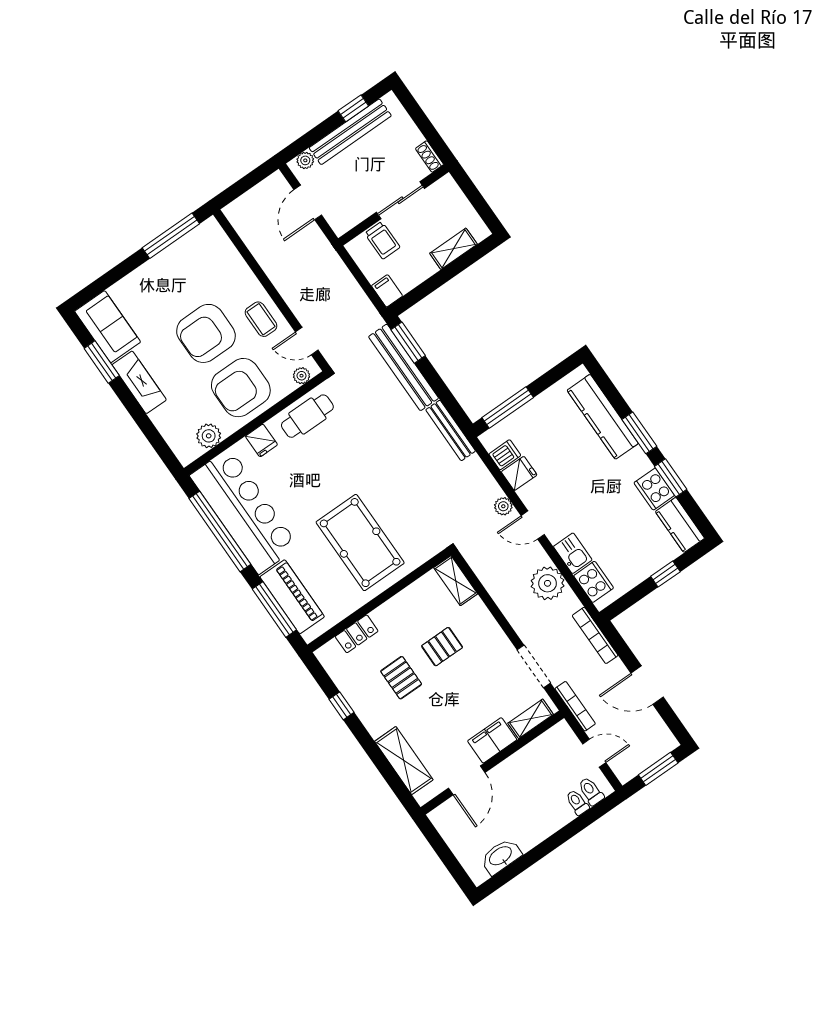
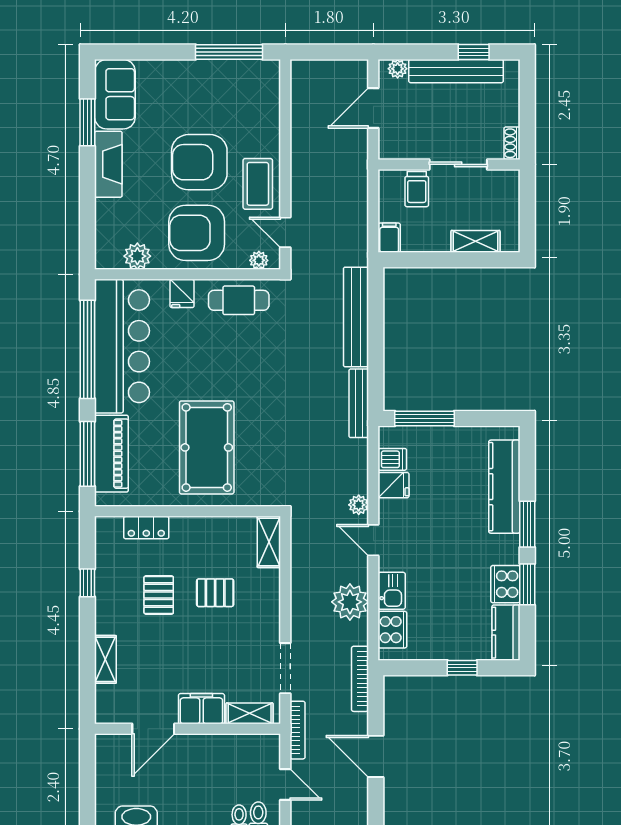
coffee table: (261, 319) -> (258, 184), width x1.36, depth x1.30
window: (408, 343) -> (376, 297), removed
shelving: (404, 761) -> (105, 659), width x0.67, depth x0.75

